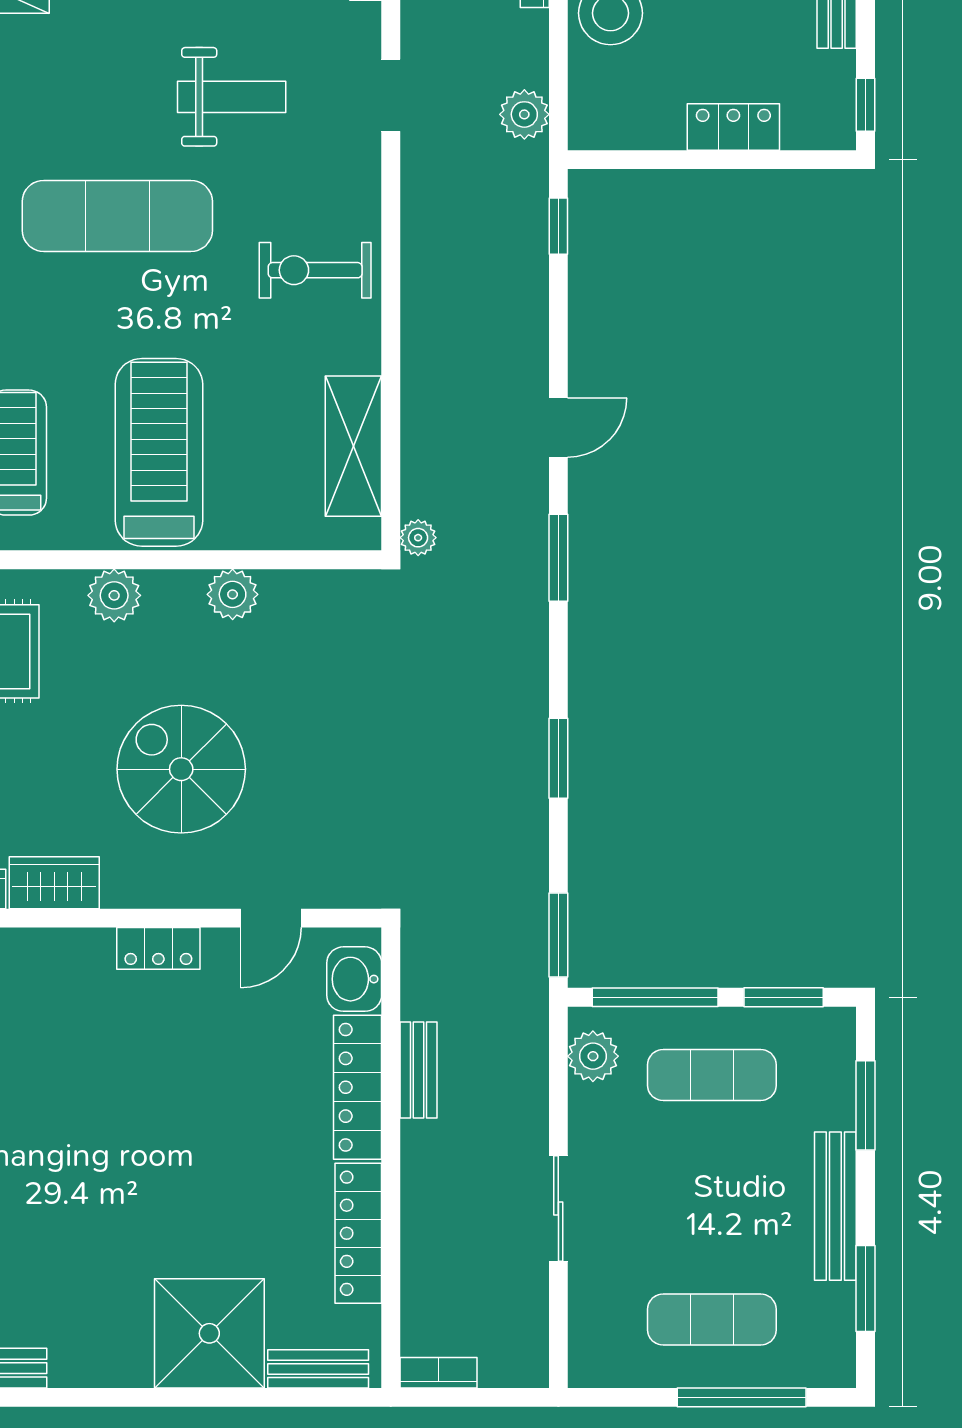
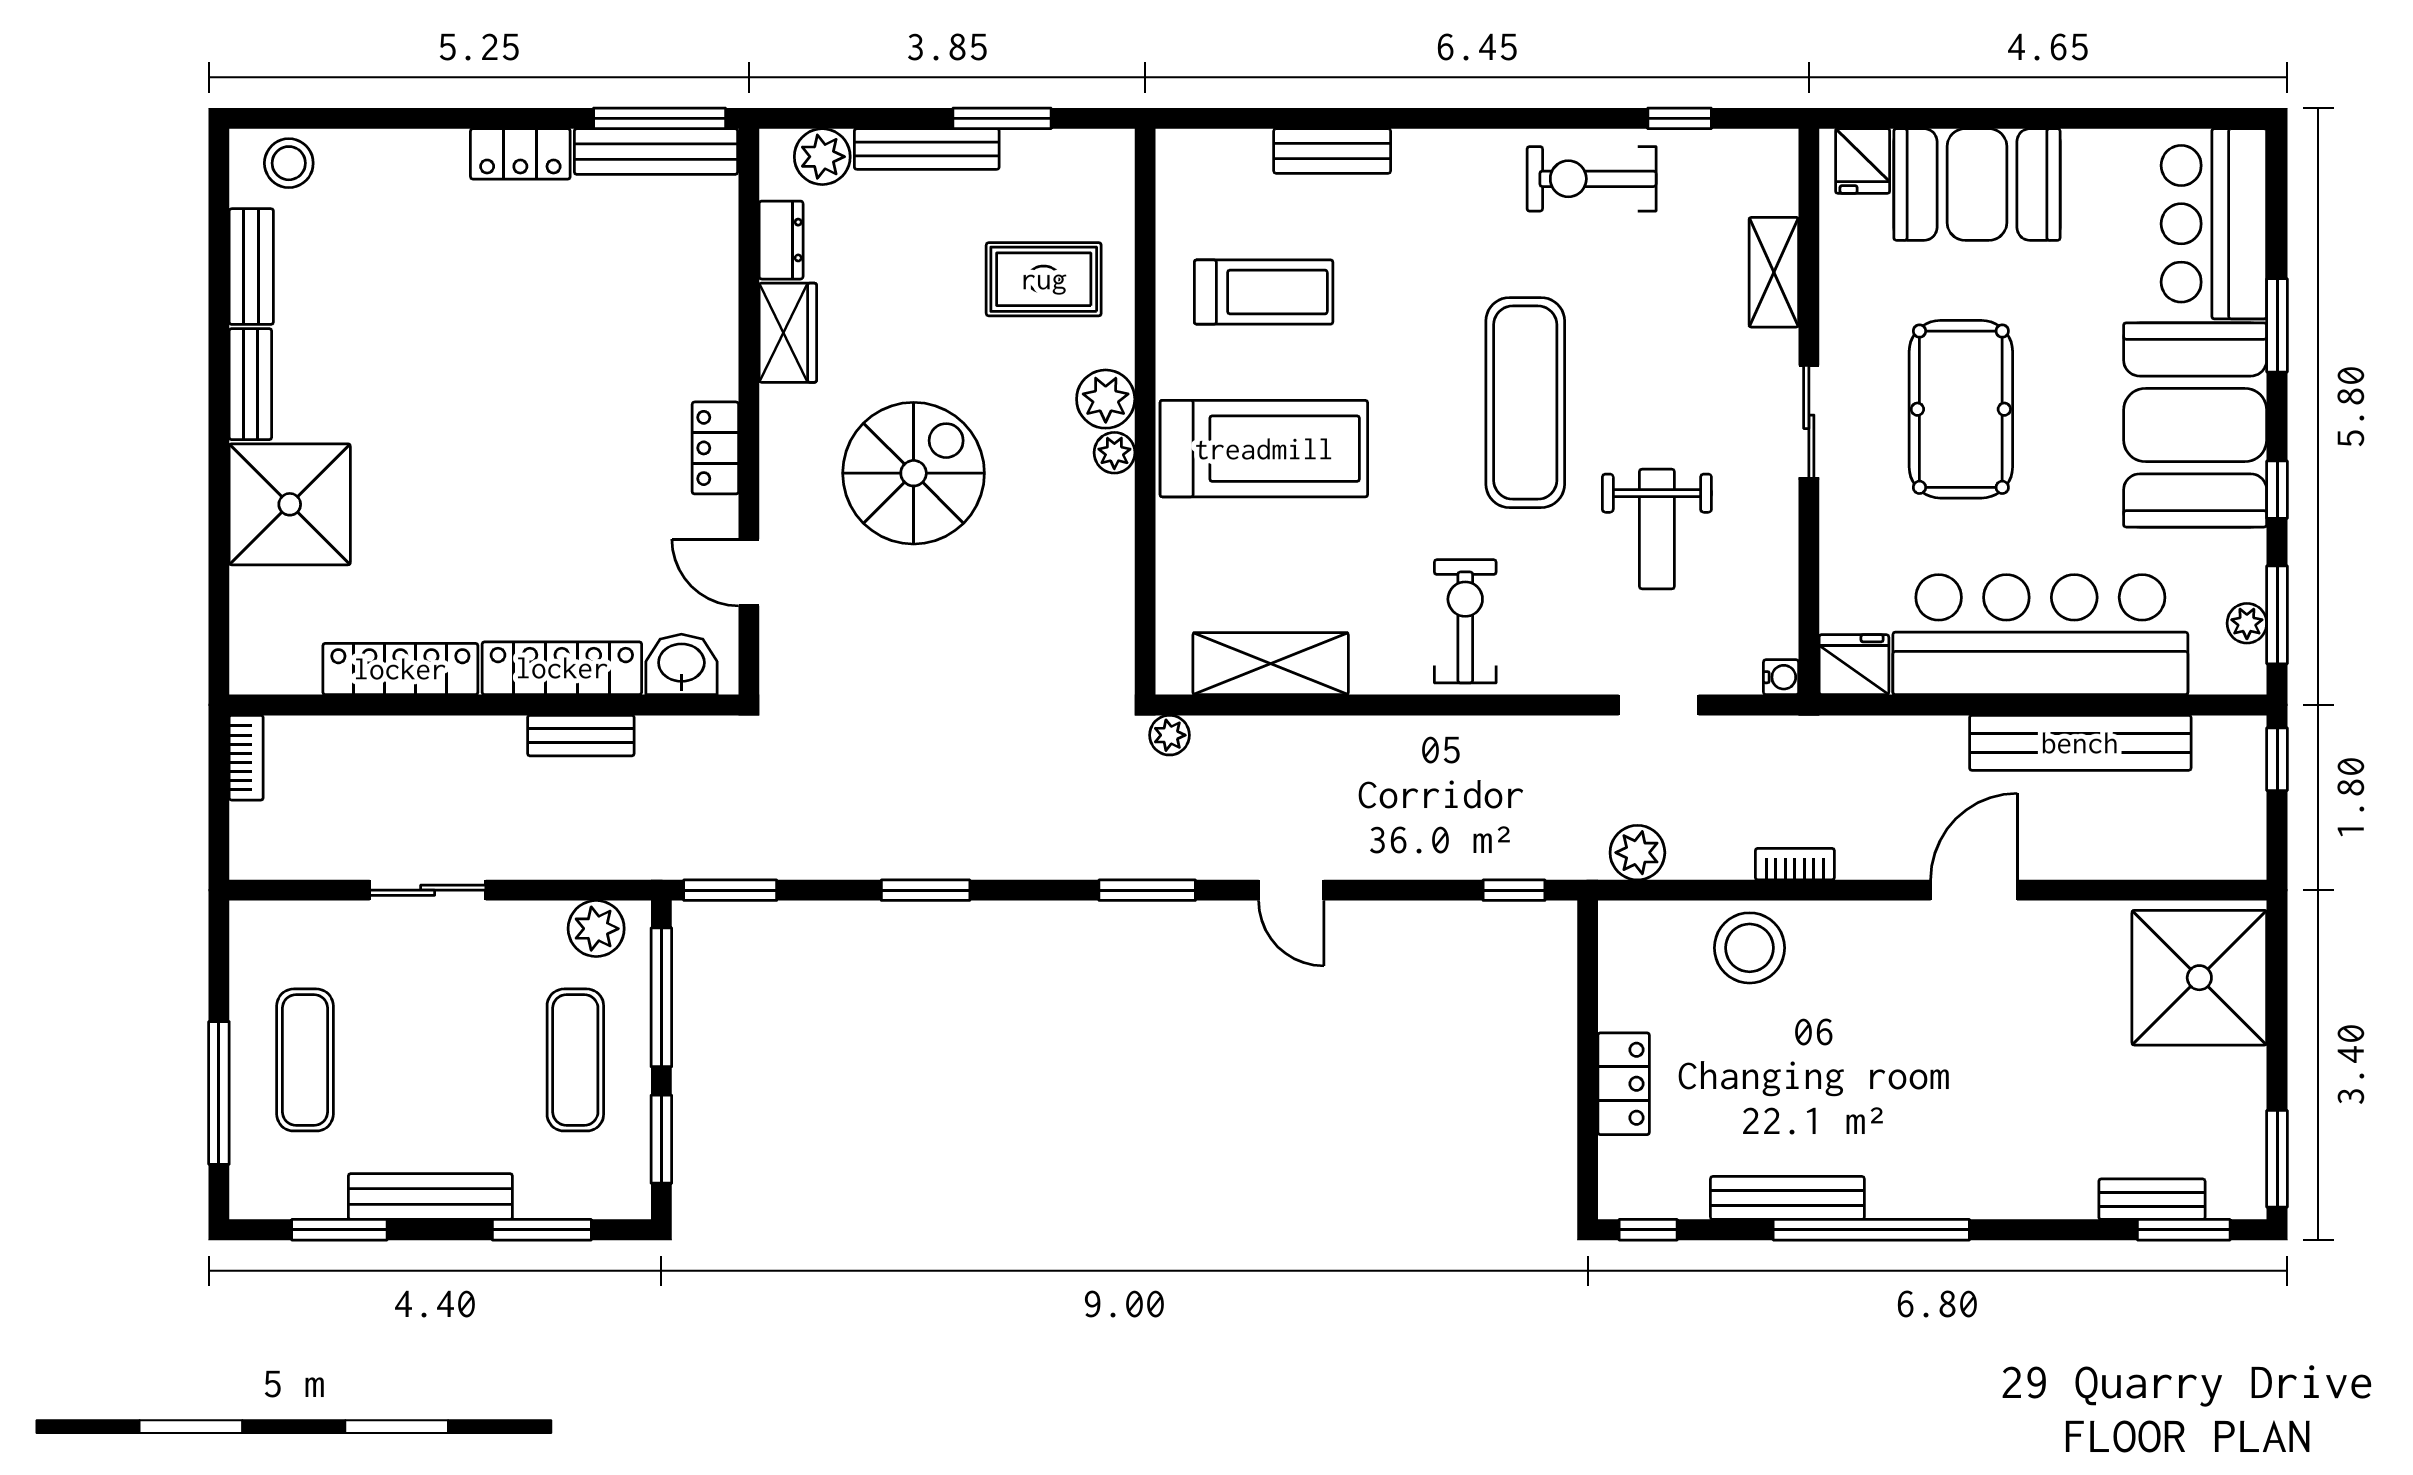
plant: (233, 594) -> (1114, 453), moved, width x0.73, depth x0.73
bench: (318, 1369) -> (250, 384), moved

